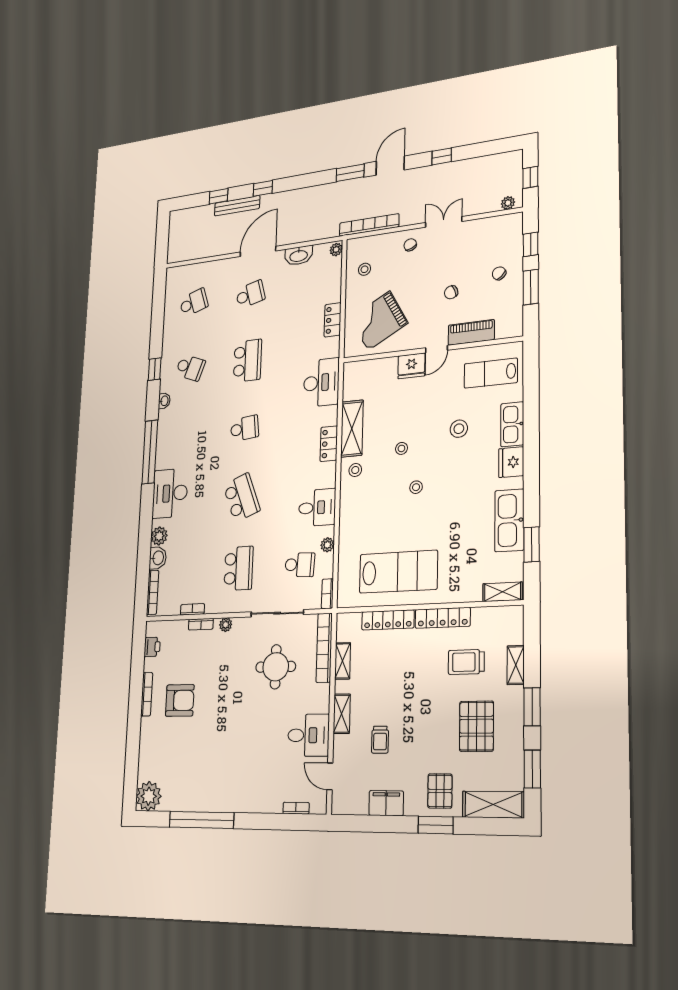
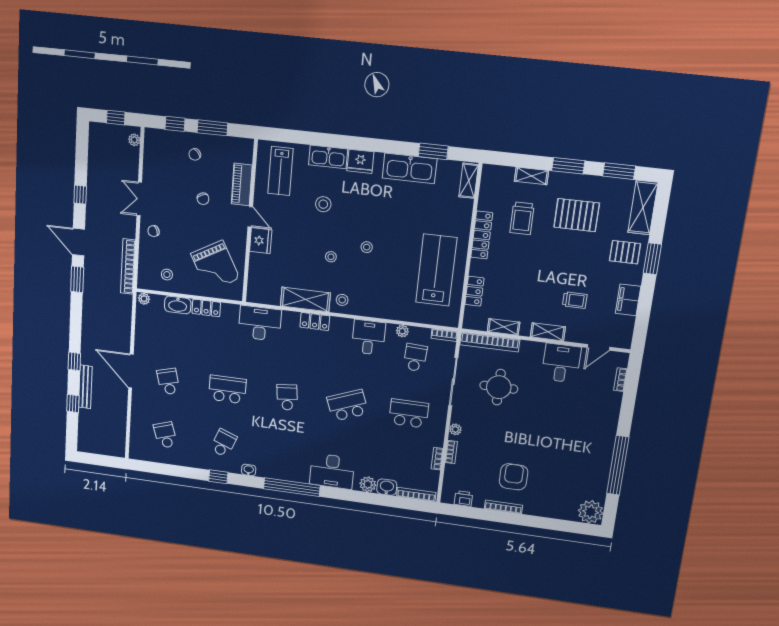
washbasin: (299, 256) -> (178, 305), moved, turned 90
locker: (388, 620) -> (474, 291), width x0.66

